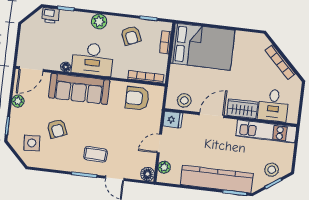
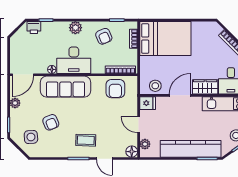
armchair: (137, 98) -> (115, 89), turned -90
door: (159, 143) -> (139, 125), hinge flipped

